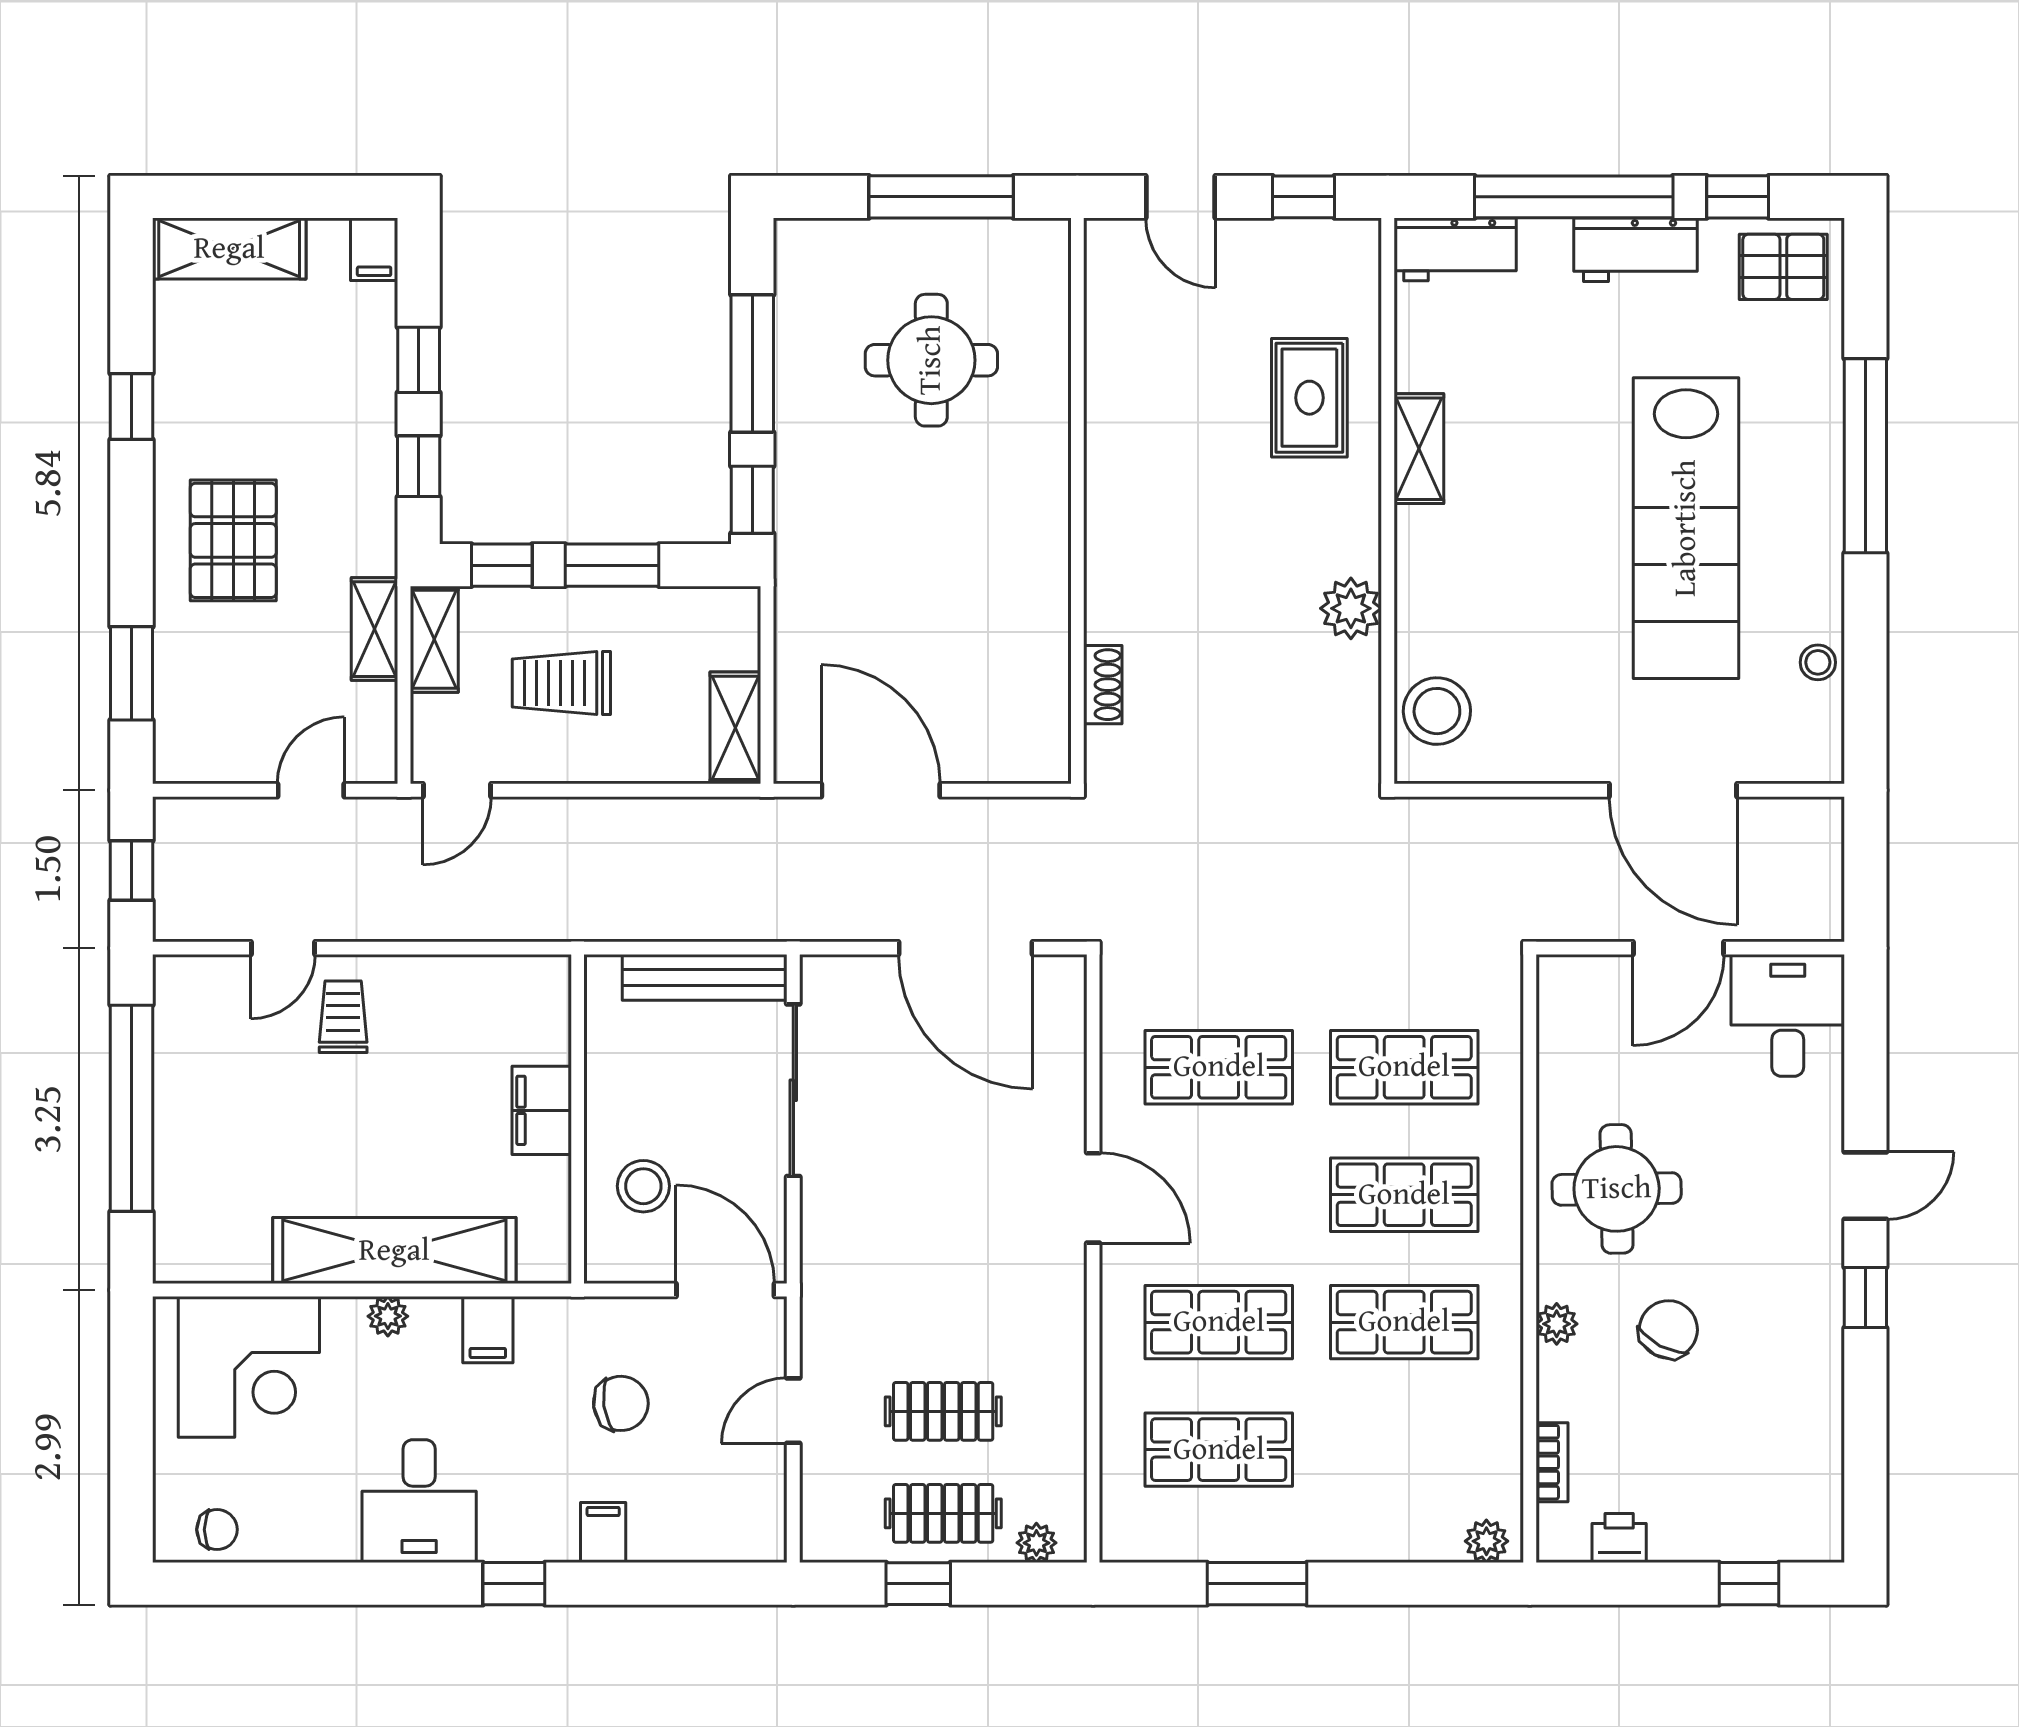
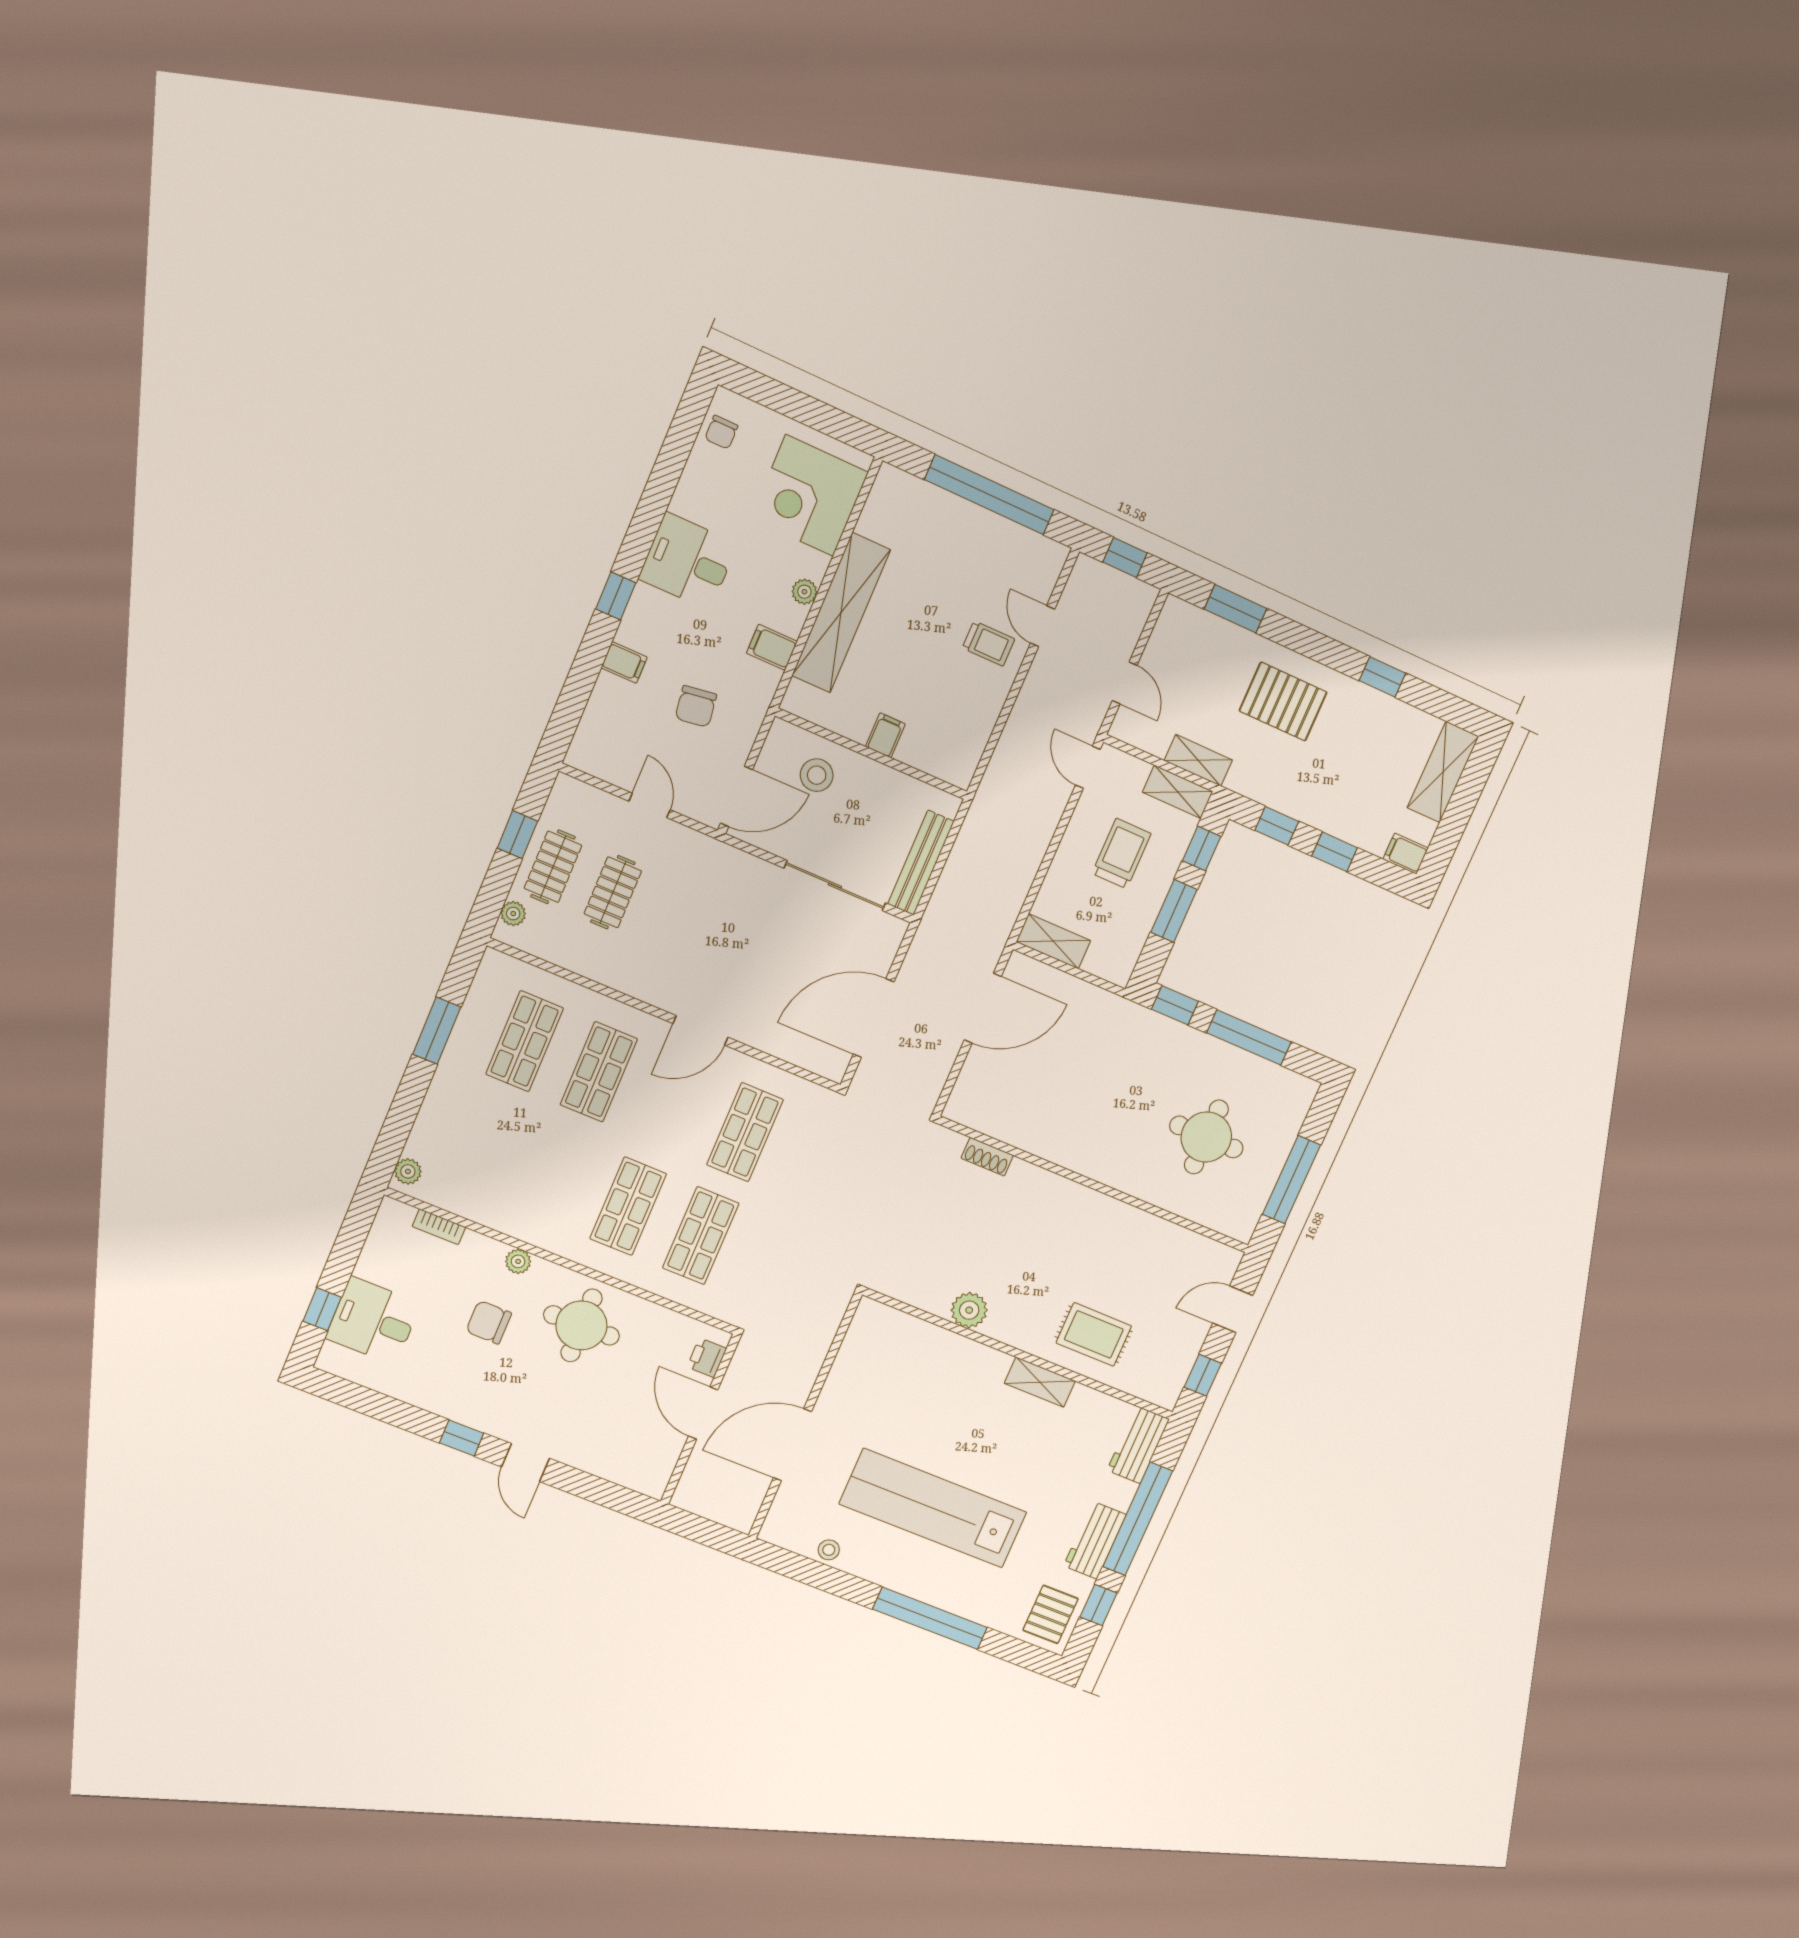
stool: (1437, 711) -> (892, 1334), removed
desk: (1788, 1015) -> (373, 1321), moved, turned 180
filing cabinet: (542, 1110) -> (885, 735), width x0.50
shop shelf: (1404, 1322) -> (555, 1177), removed
chair: (1668, 1329) -> (489, 1322), turned 152
printer: (1619, 1538) -> (707, 1358), moved, turned 180

